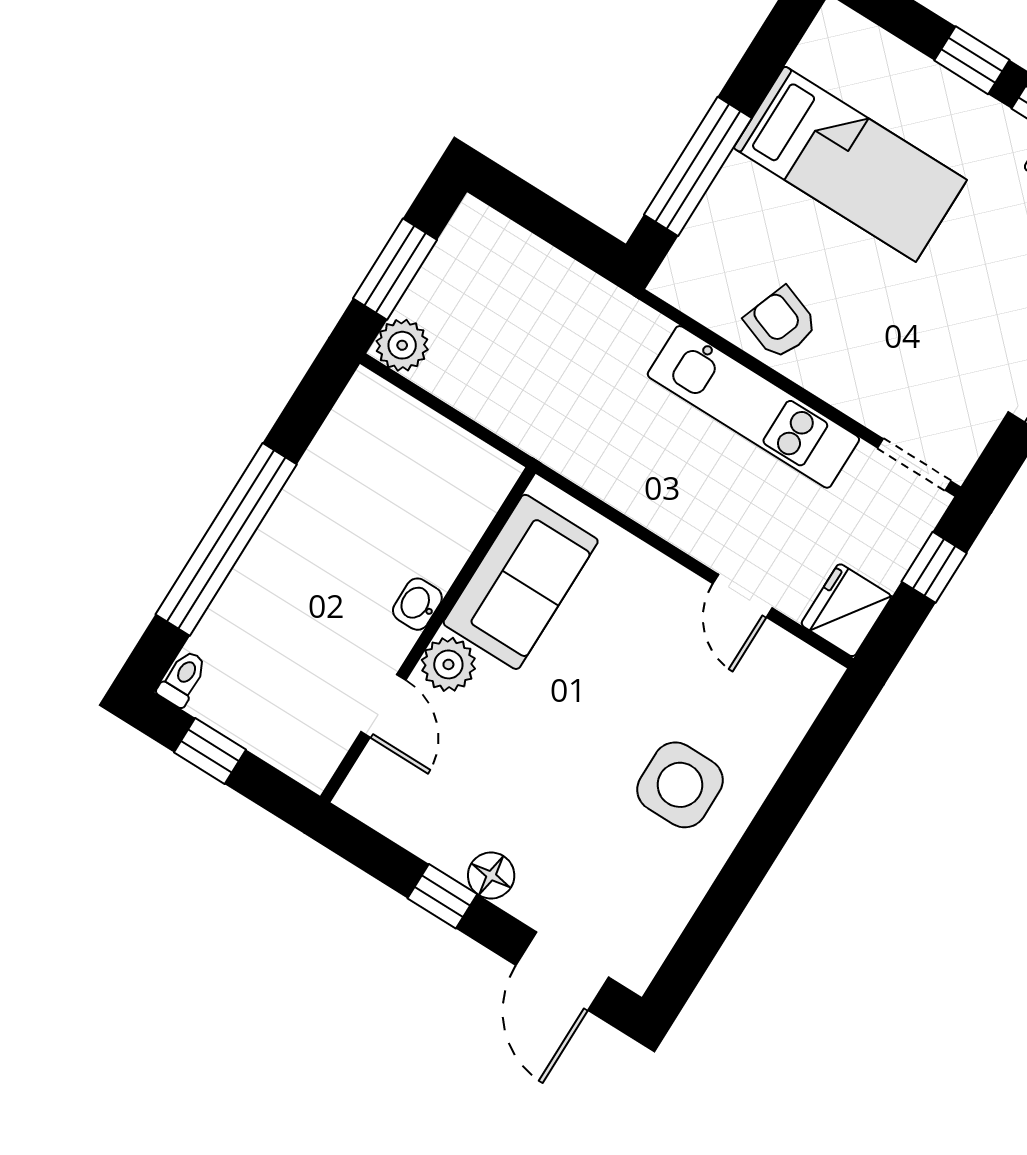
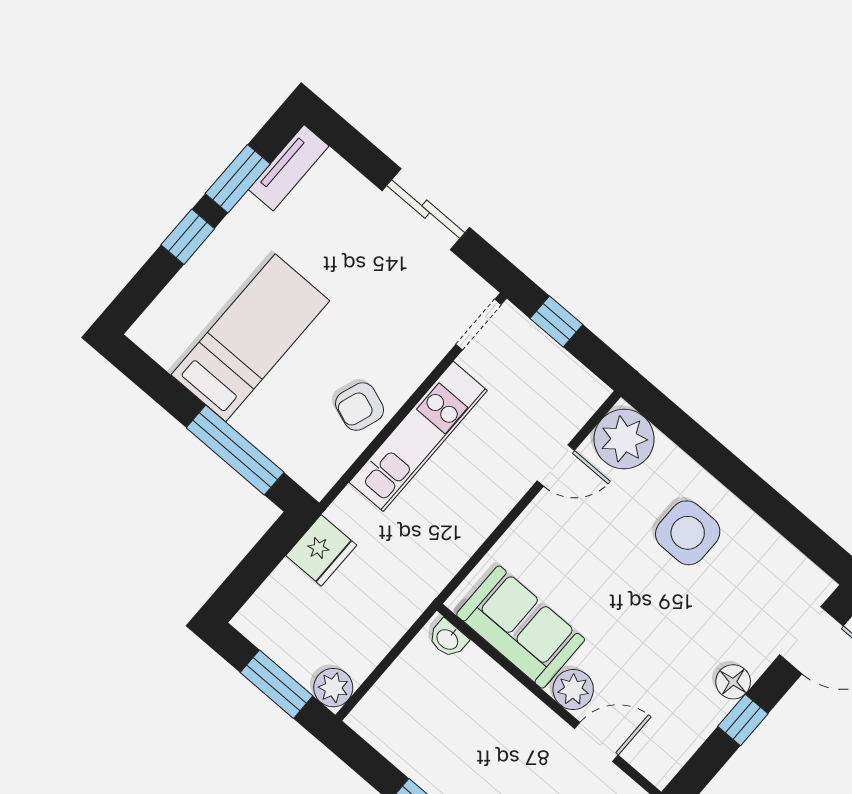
washbasin: (417, 604) -> (448, 639), moved
fridge: (846, 610) -> (321, 550), moved, turned -90
plant: (792, 681) -> (624, 439), added

